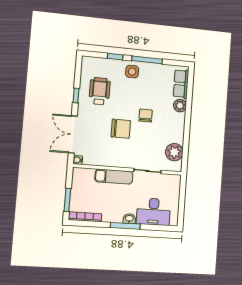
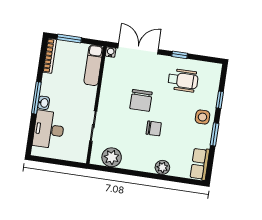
window: (147, 60) -> (215, 134), width x0.69
row of seats: (181, 84) -> (200, 164), moved, turned -90
exam couch: (114, 177) -> (94, 65), moved

